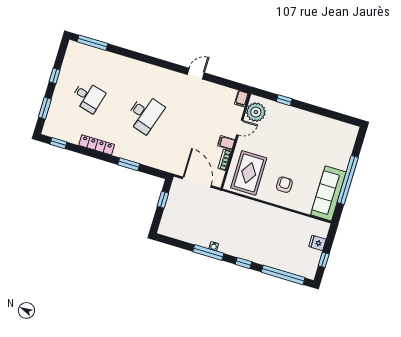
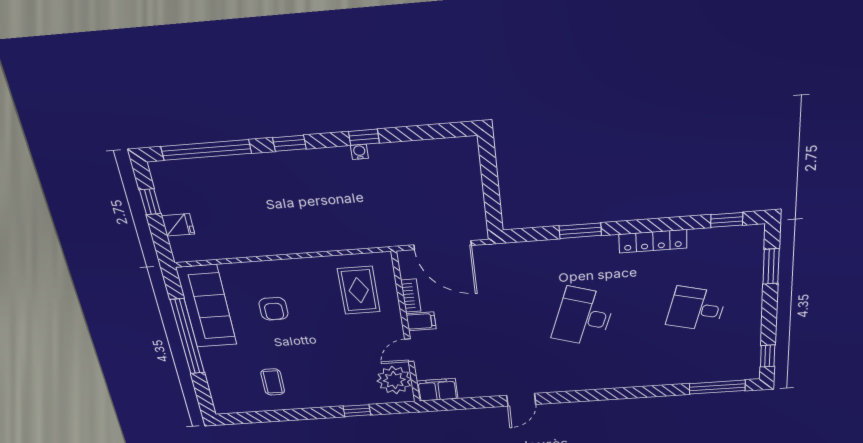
window: (55, 76) -> (768, 356), moved
filing cabinet: (242, 99) -> (437, 390), width x2.00
coffee table: (319, 136) -> (273, 382), added
rug: (249, 173) -> (359, 290), width x0.73, depth x0.70
armchair: (284, 185) -> (273, 309), moved
window: (163, 200) -> (492, 196), removed
window: (208, 252) -> (364, 137), width x0.46

